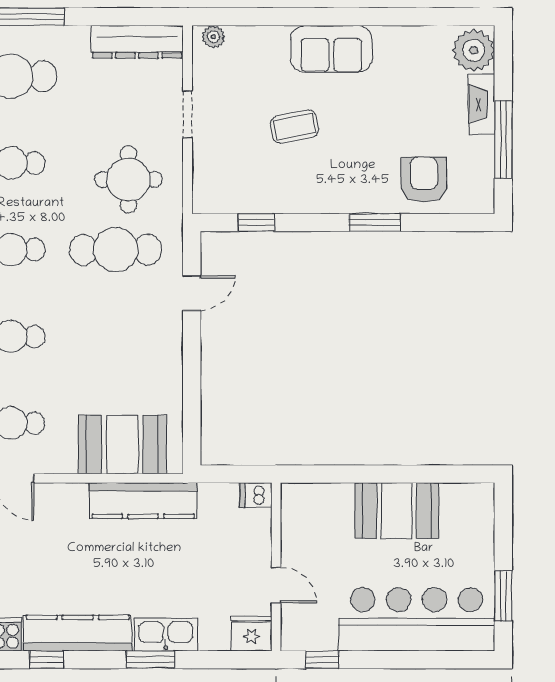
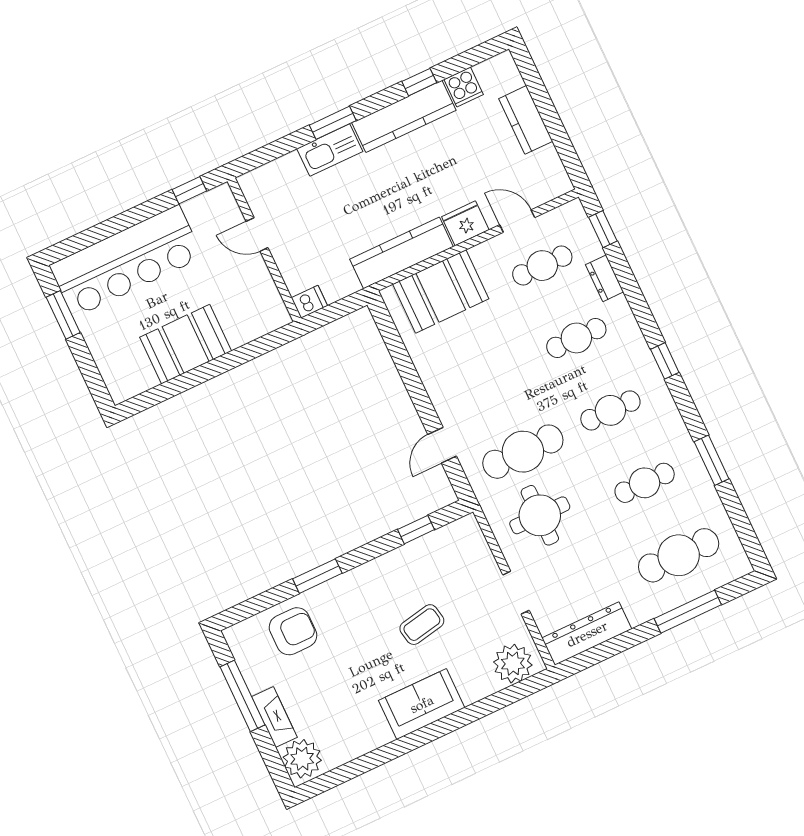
plant: (213, 37) -> (513, 664), width x1.87, depth x1.87
armchair: (424, 180) -> (293, 631), turned -90
fridge: (252, 634) -> (465, 223), moved, turned 180

